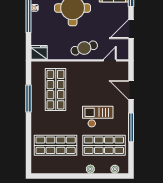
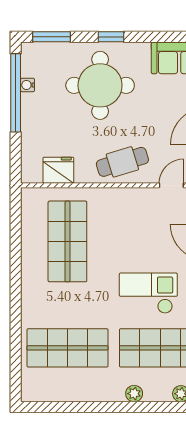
fridge: (39, 52) -> (58, 170), moved
window: (28, 98) -> (16, 258), removed

